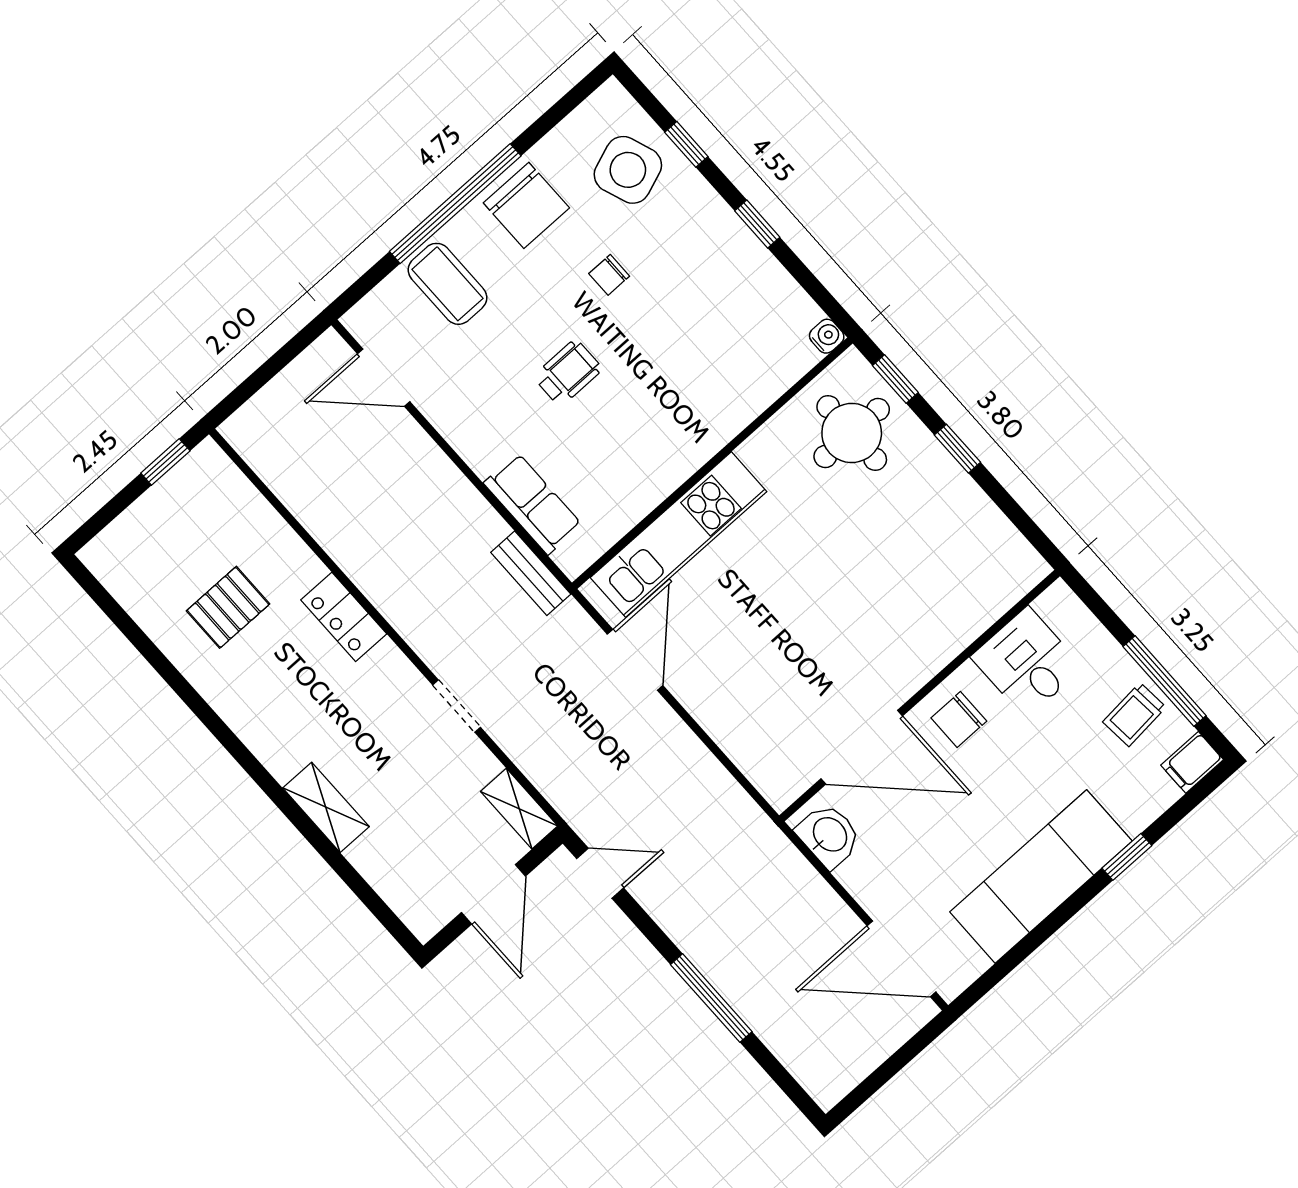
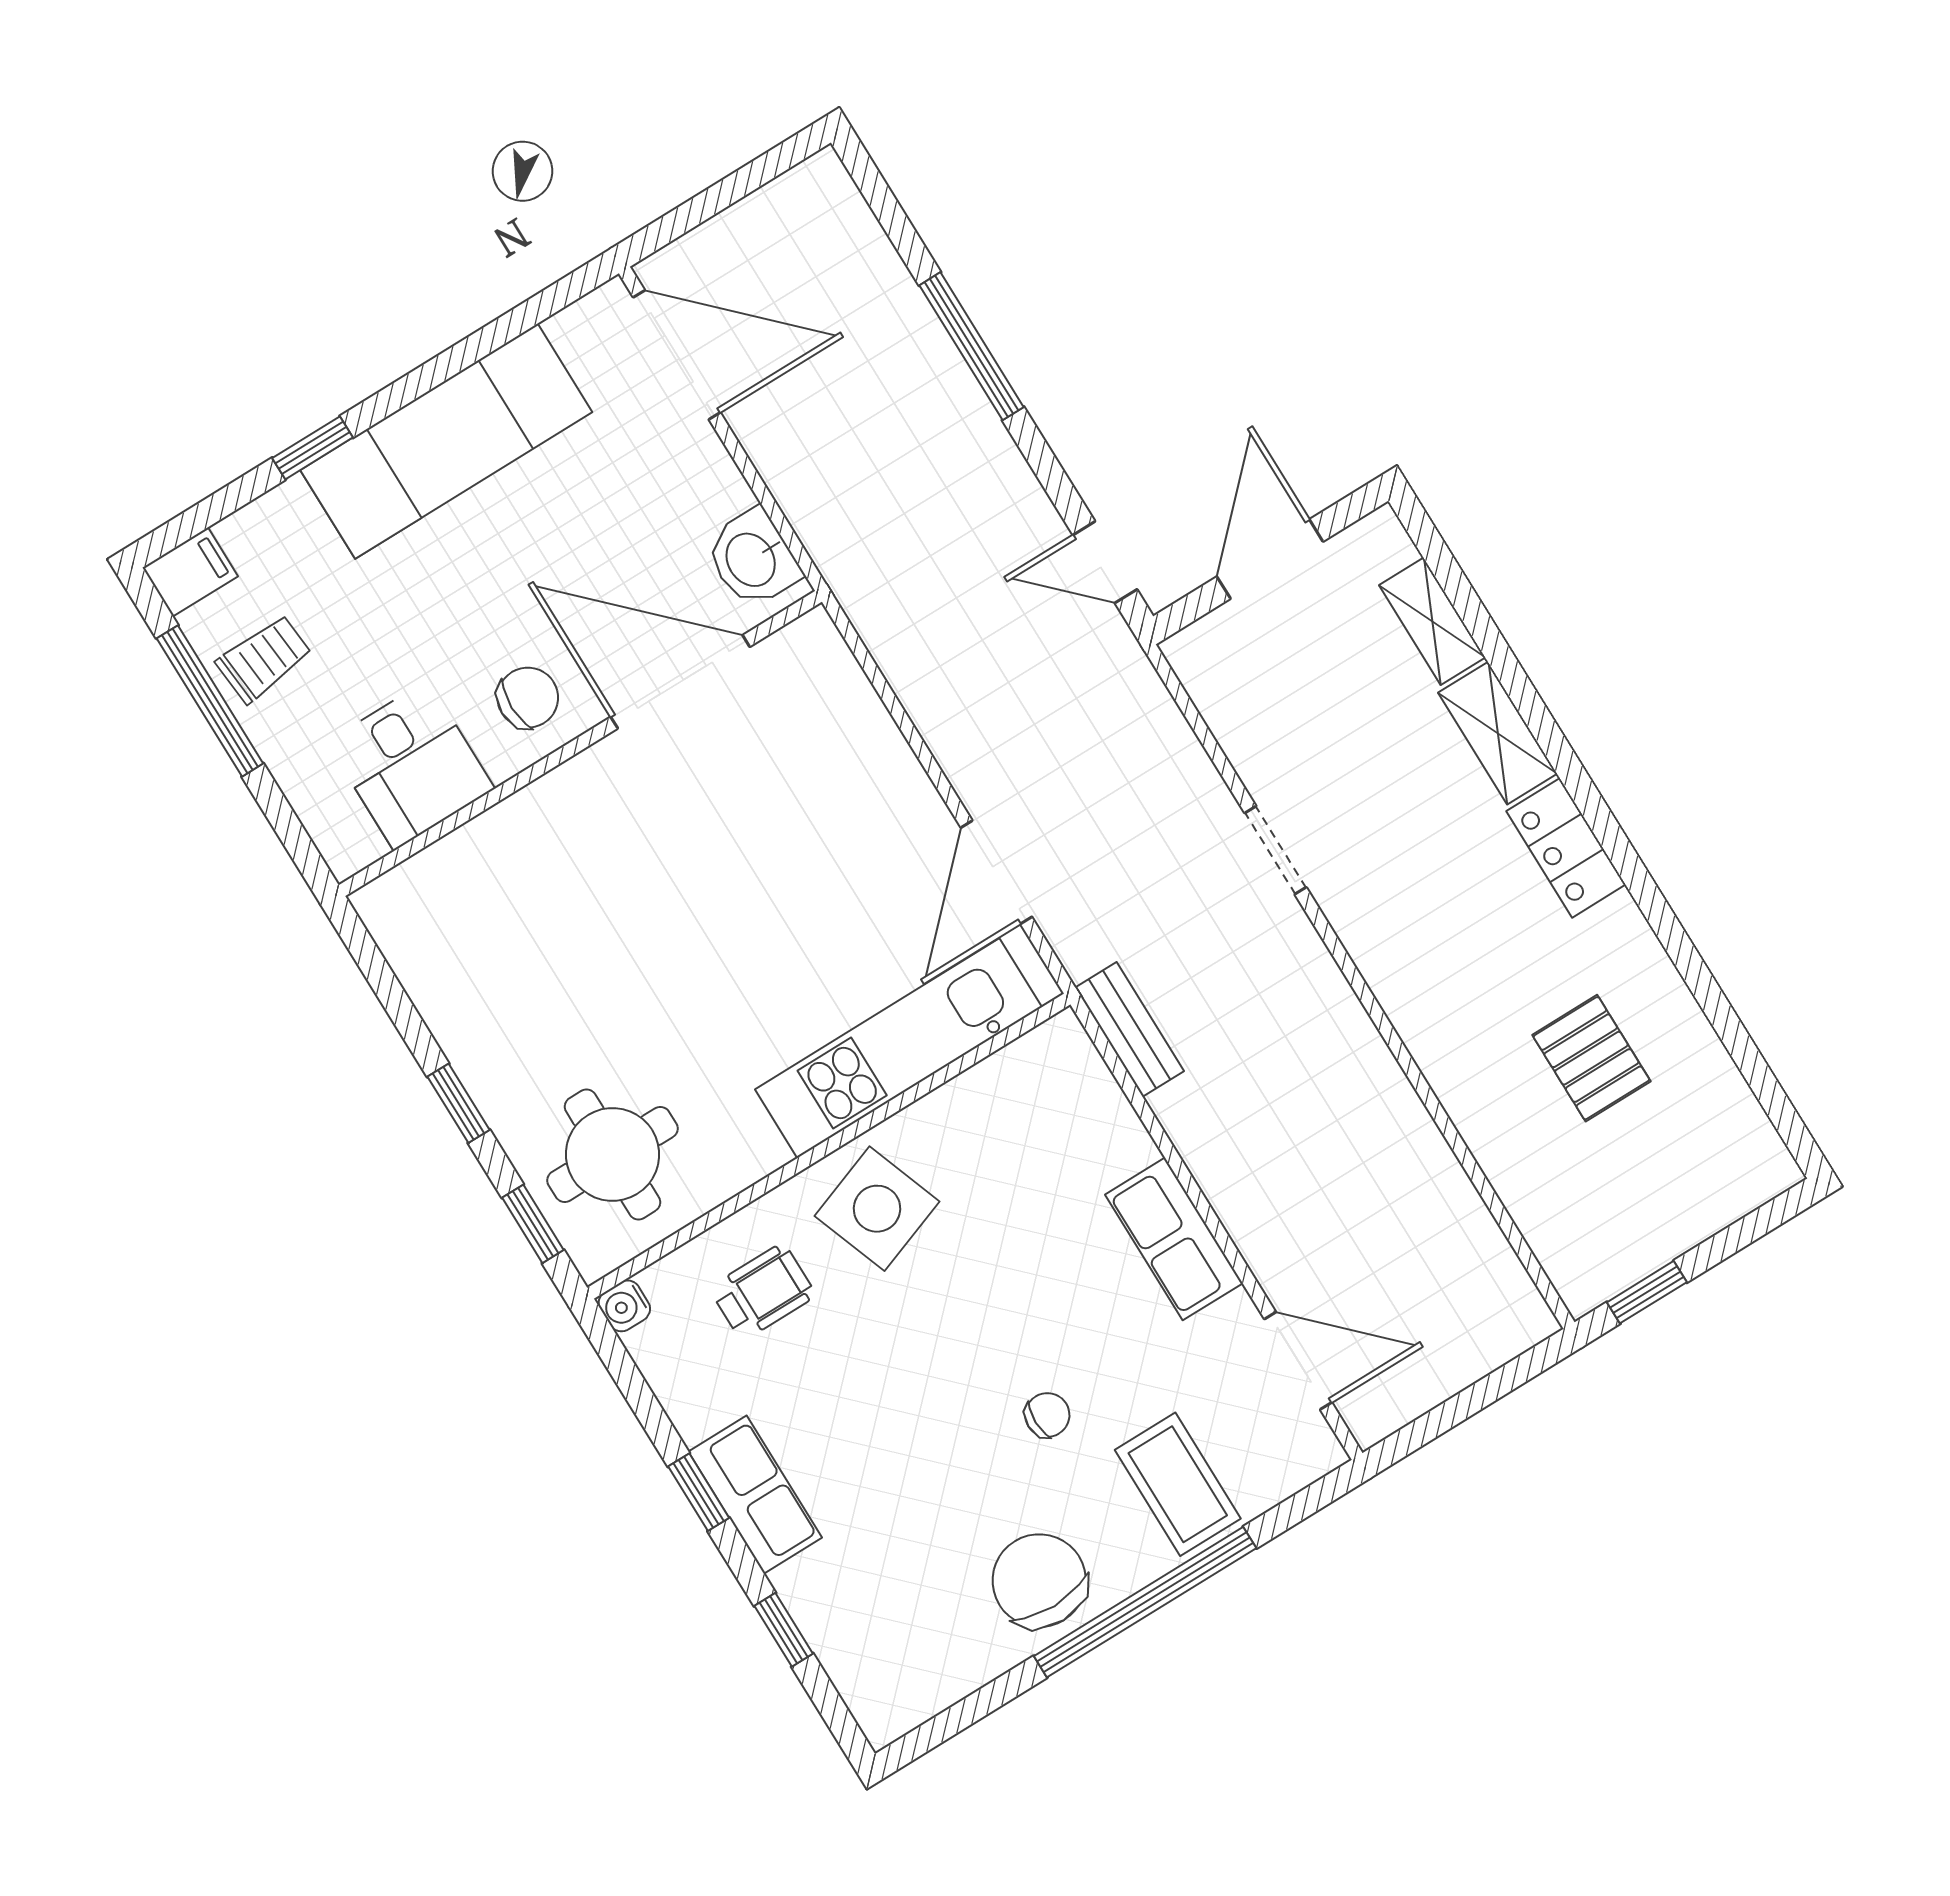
side table: (628, 170) -> (877, 1209), moved
row of seats: (720, 229) -> (755, 1495), added
chair: (609, 275) -> (1047, 1415), moved
wheelchair: (568, 373) -> (763, 1292), moved, turned 180
row of seats: (533, 504) -> (1174, 1239), moved
pallet: (228, 607) -> (1591, 1058), turned 90
locker: (344, 617) -> (1566, 848), moved, turned 180
shelving: (519, 809) -> (1432, 621), moved

